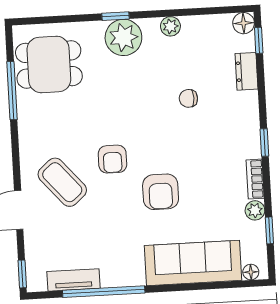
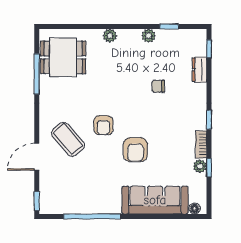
window: (116, 16) -> (169, 27), moved
floor lamp: (244, 23) -> (199, 36), removed
plant: (123, 37) -> (110, 36), width x0.53, depth x0.53
window: (269, 230) -> (209, 168), moved
tv unit: (74, 280) -> (72, 207), removed

